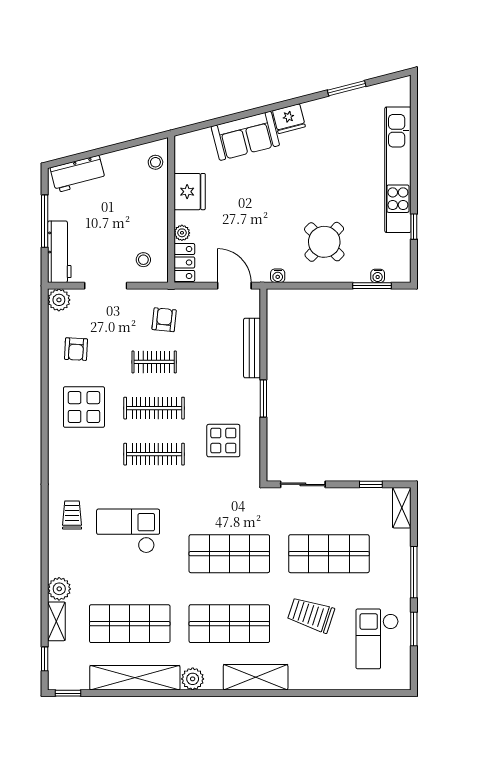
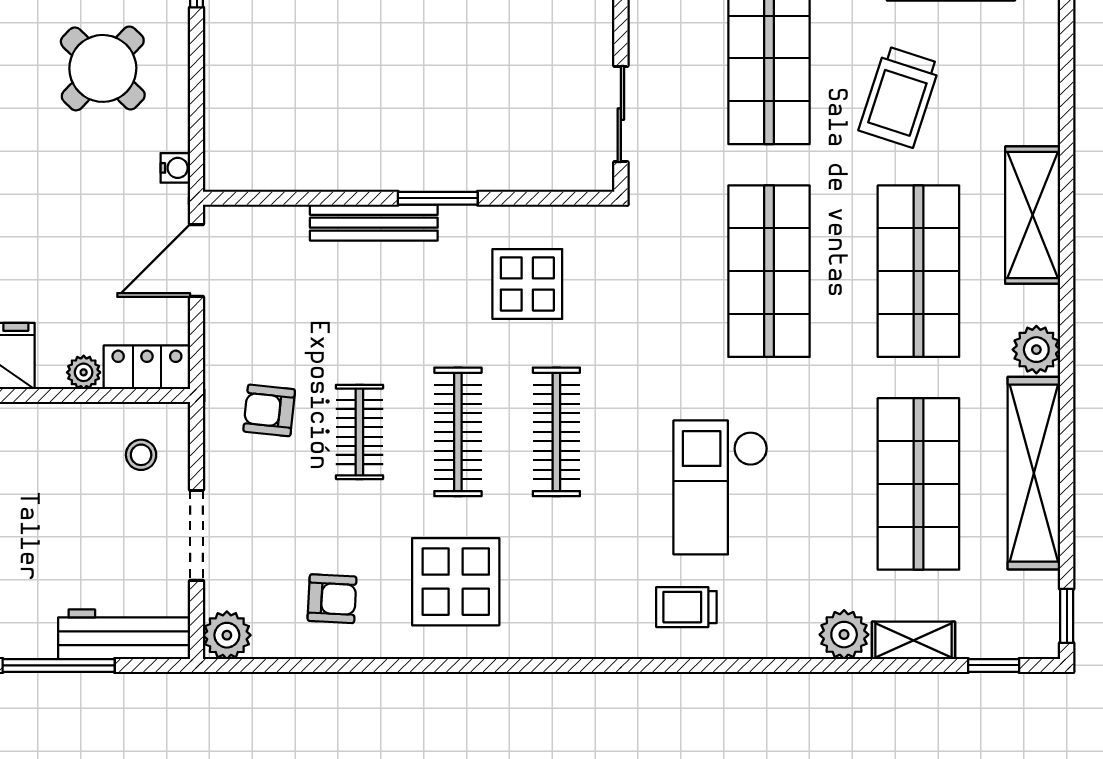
bench: (252, 348) -> (374, 223), moved

